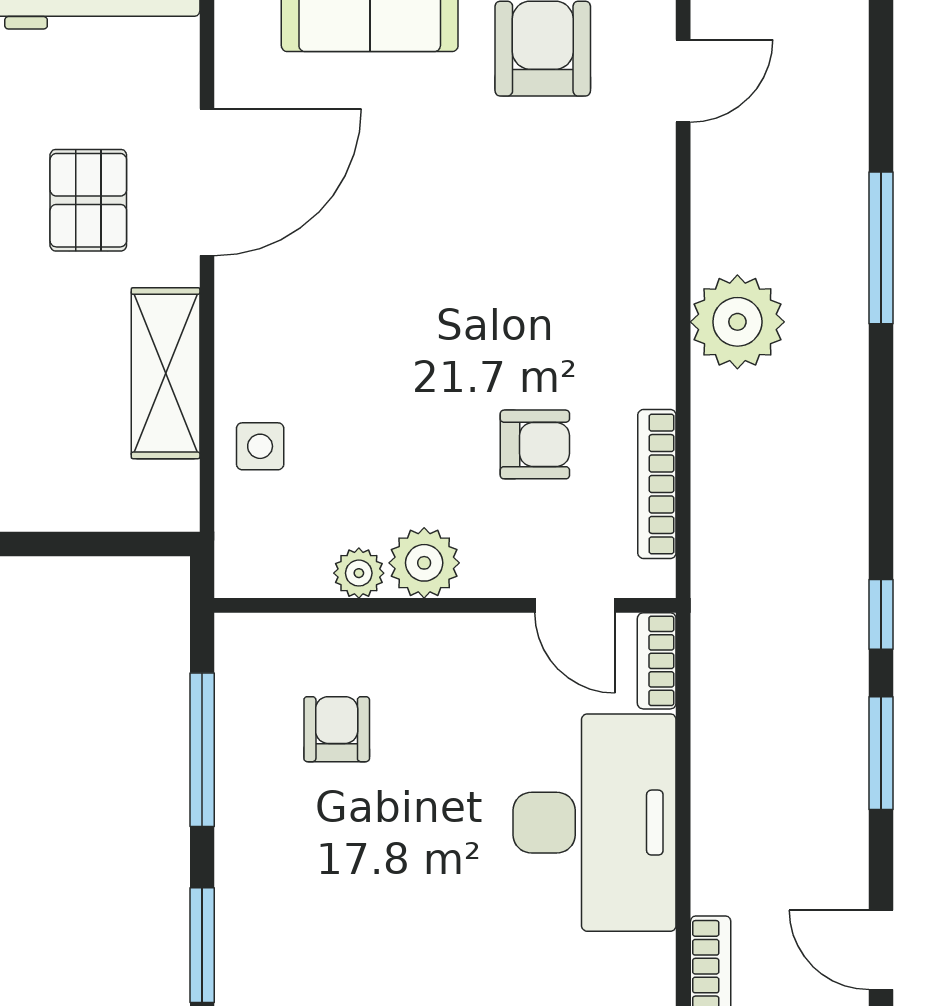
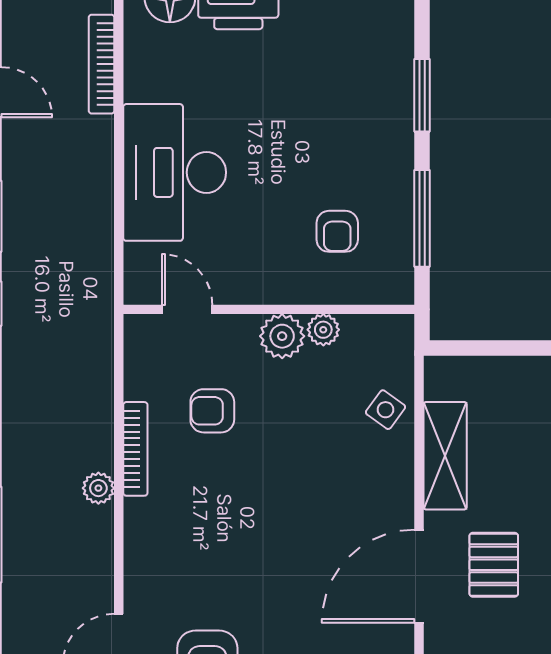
plant: (737, 322) -> (98, 488), width x0.53, depth x0.53
side table: (260, 446) -> (385, 410), turned 36
bookcase: (657, 484) -> (135, 449), moved
bookcase: (657, 661) -> (135, 274), removed

